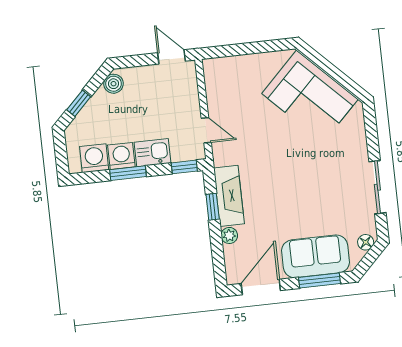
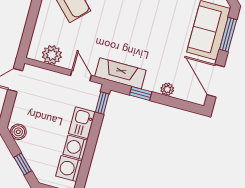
plant: (217, 88) -> (52, 55), added
door: (206, 130) -> (81, 76), hinge flipped
window: (128, 173) -> (90, 147), removed
fireplace: (229, 196) -> (120, 73), moved

